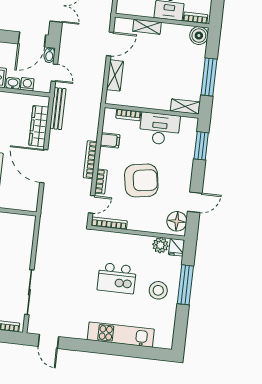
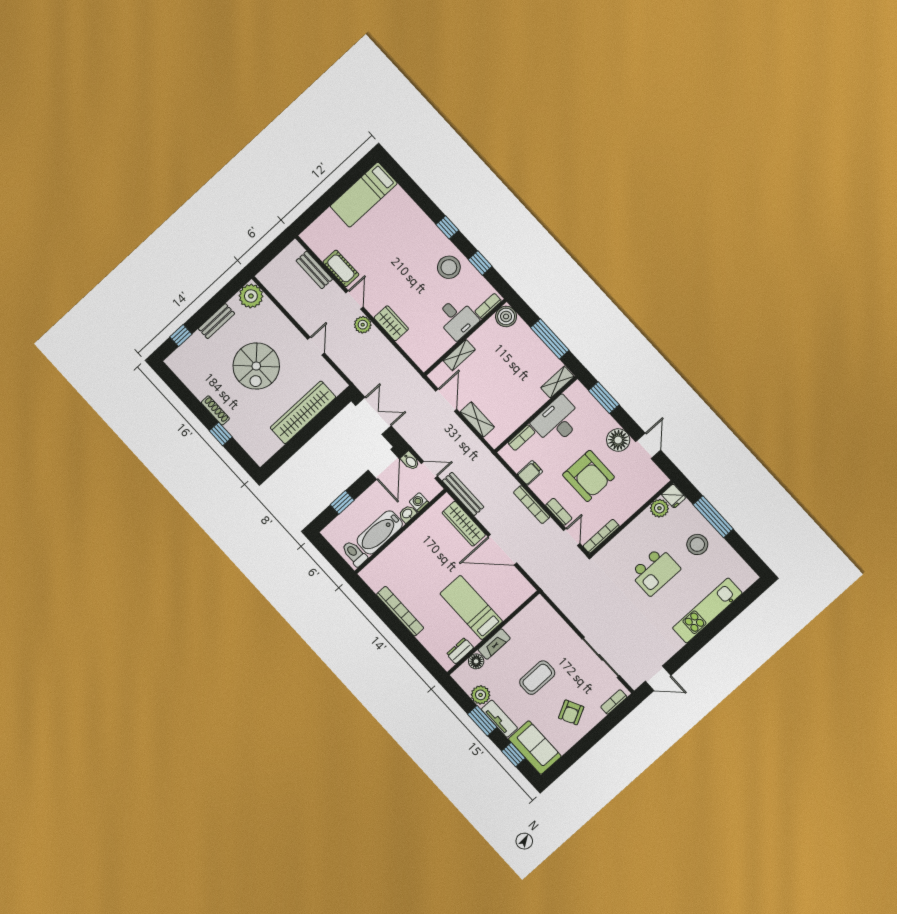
armchair: (141, 180) -> (588, 476), turned 99
floor lamp: (177, 221) -> (618, 440), moved

